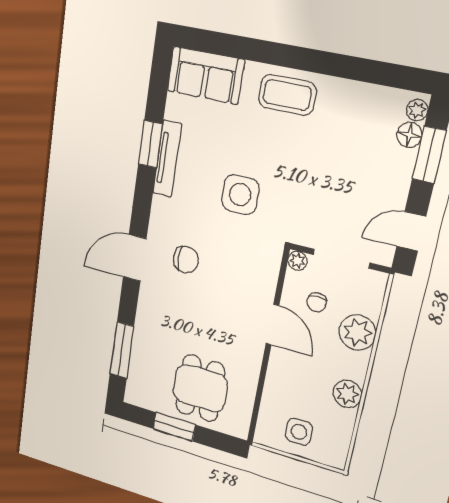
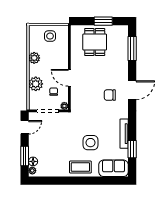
window: (150, 144) -> (132, 149), moved
side table: (240, 195) -> (90, 143), moved

